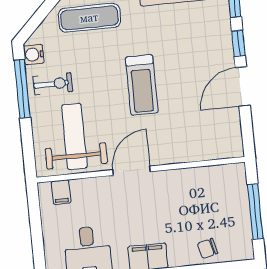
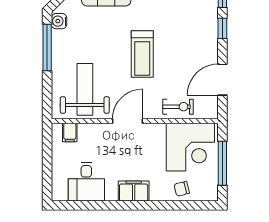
exercise bike: (53, 84) -> (178, 107), moved
door: (243, 86) -> (222, 80), moved
corner desk: (213, 195) -> (190, 147), added

